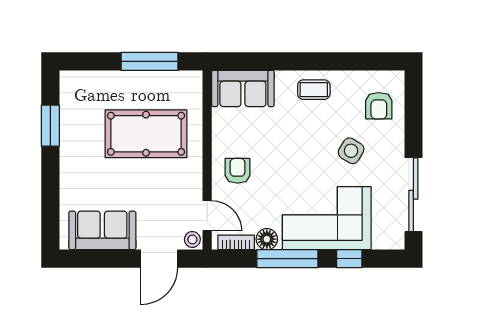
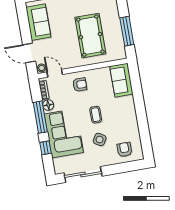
coffee table: (314, 90) -> (96, 115), moved
armchair: (379, 106) -> (124, 150), turned 90
door: (207, 216) -> (55, 73), swing flipped

